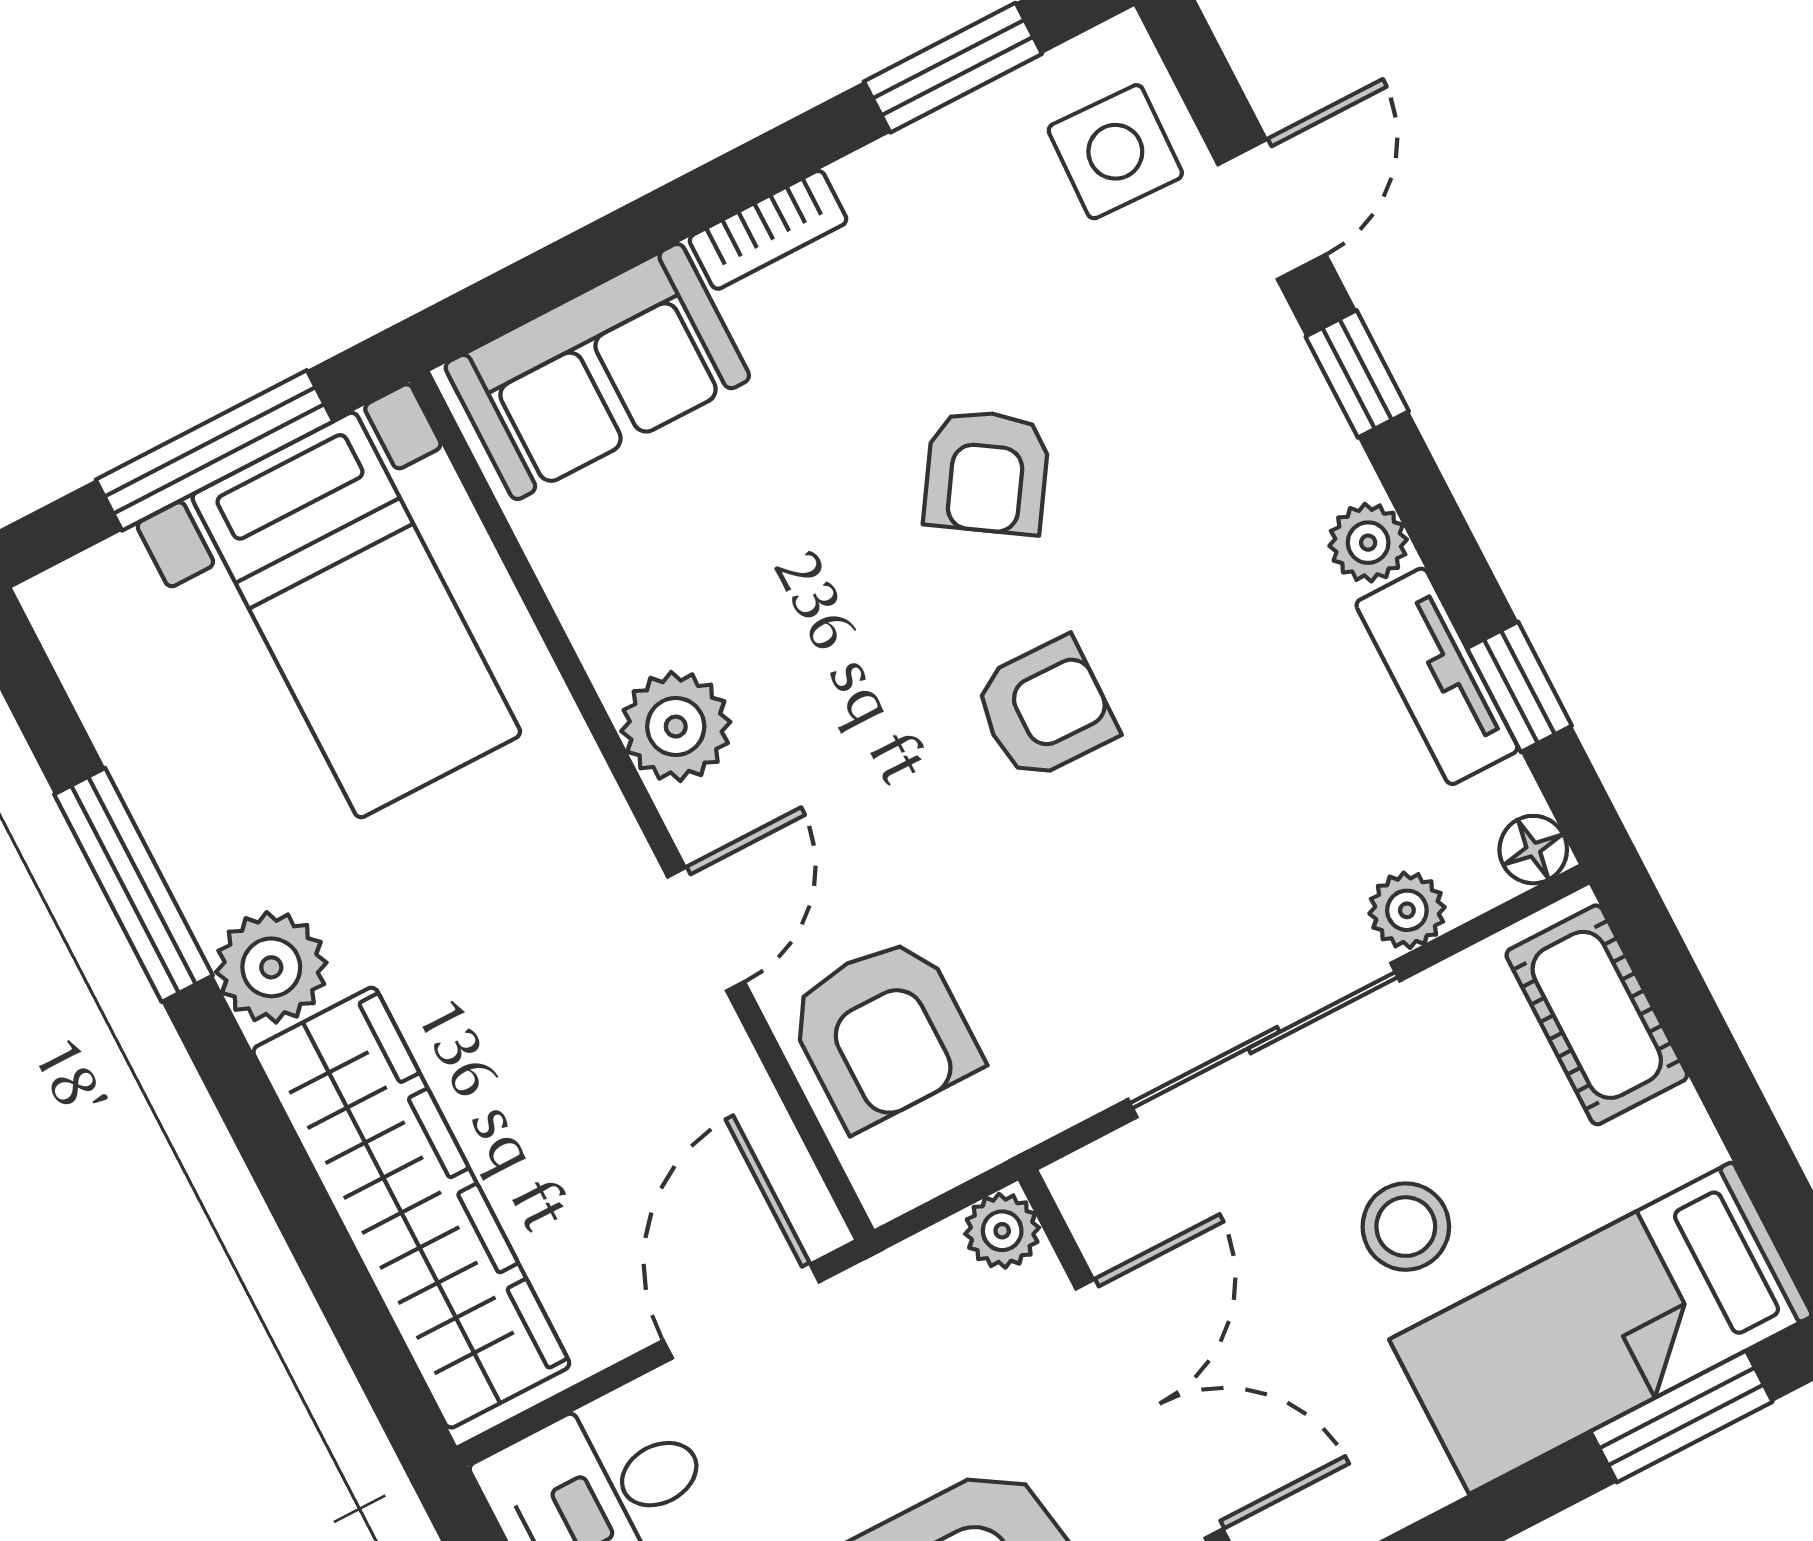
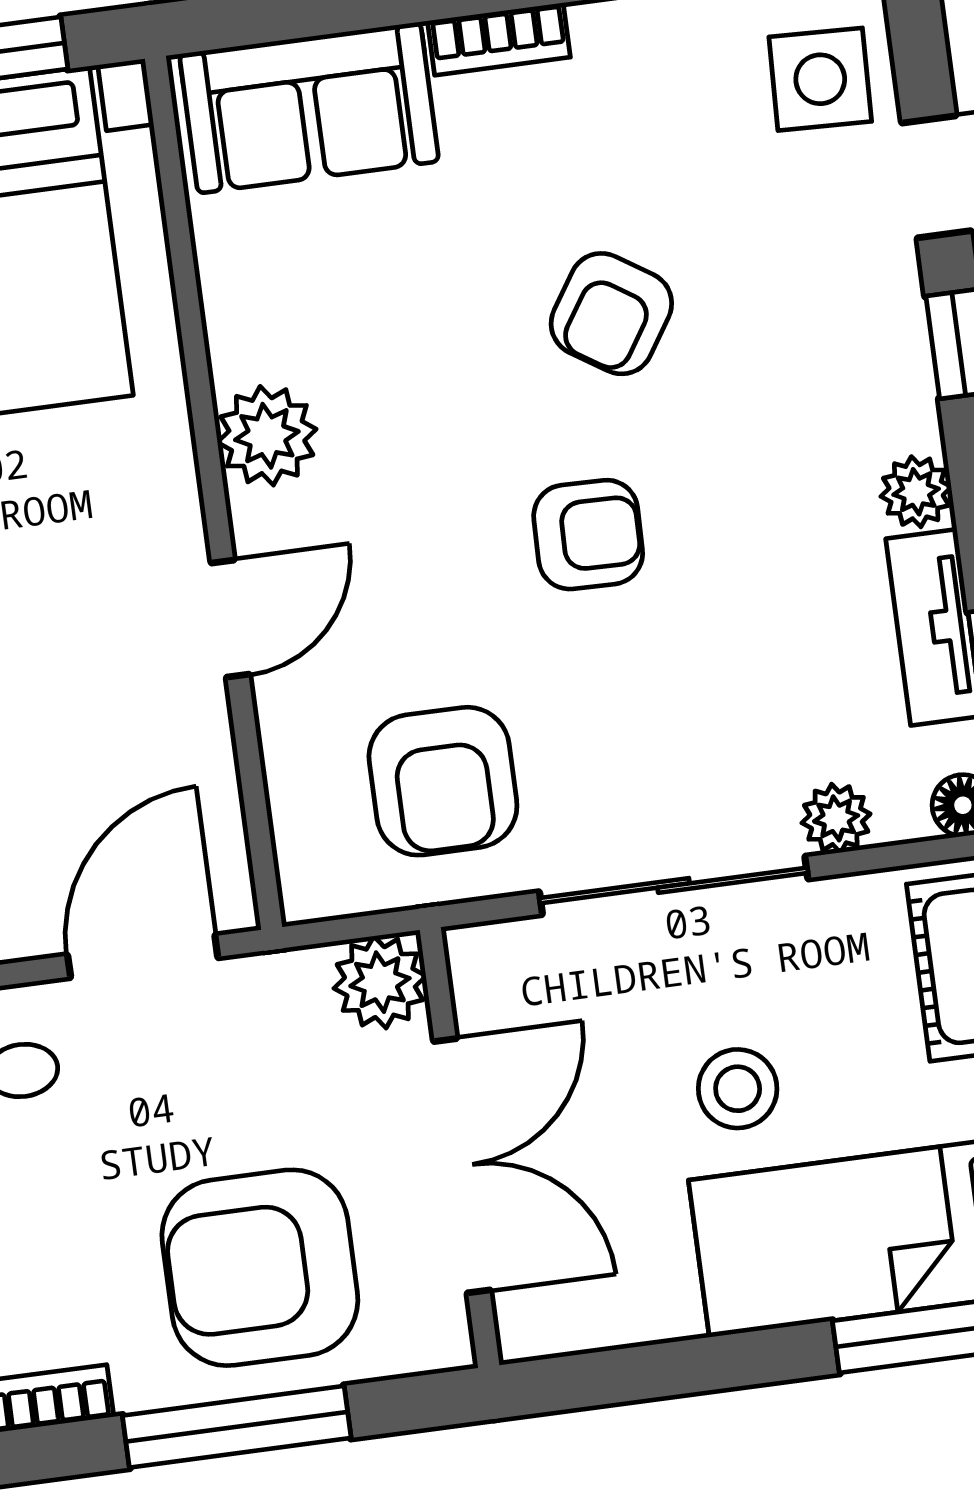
armchair: (883, 1032) -> (443, 781), moved
plant: (1002, 1231) -> (380, 982), width x1.38, depth x1.38

